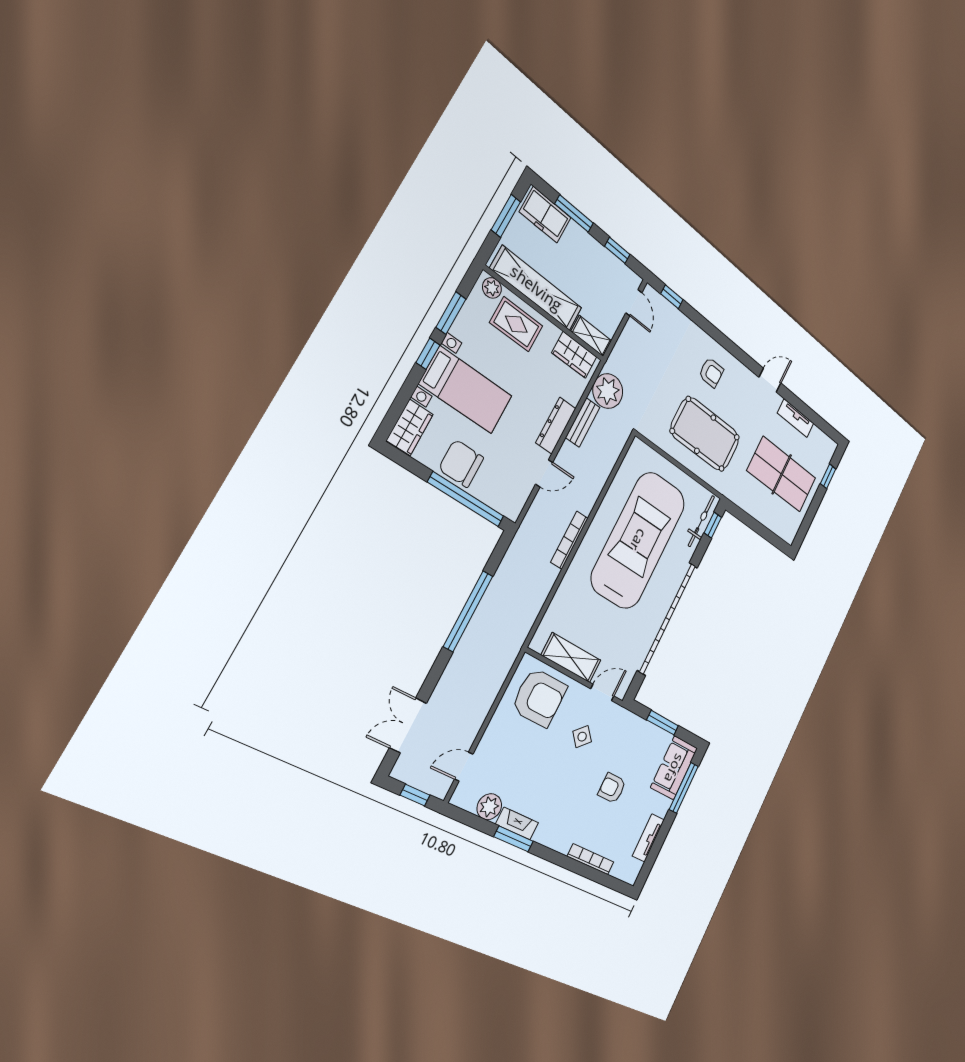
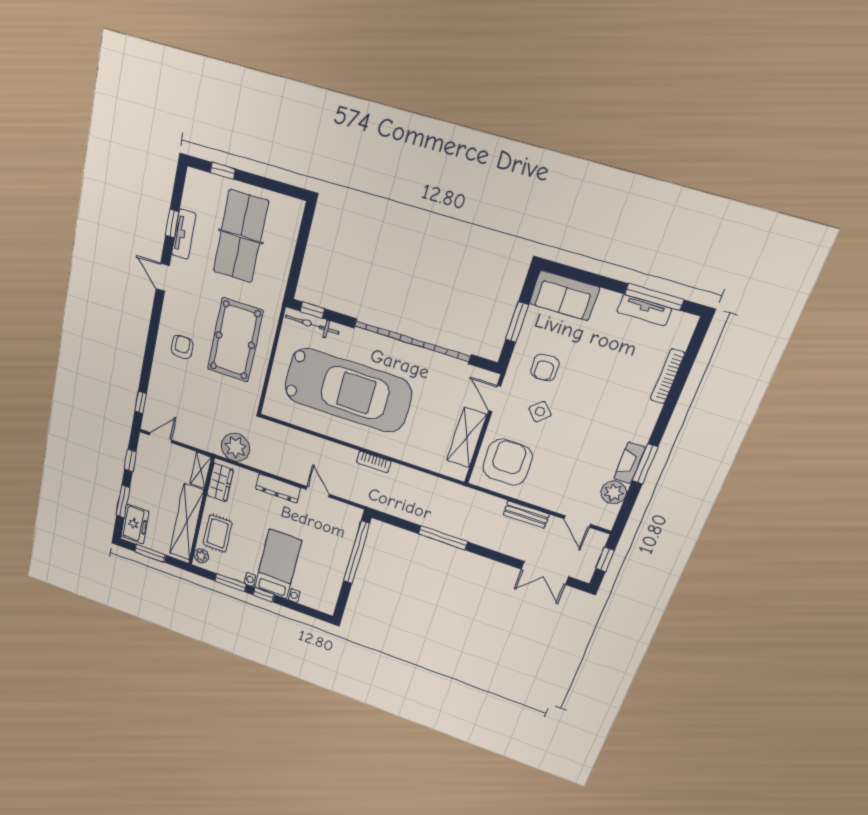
window: (805, 410) -> (172, 223), added
bench: (583, 422) -> (526, 514), moved
wardrobe: (410, 427) -> (318, 601), removed
chair: (461, 463) -> (331, 560), removed
bookcase: (569, 540) -> (374, 462), width x0.64
car: (638, 540) -> (348, 390), turned 180
window: (468, 611) -> (443, 538), width x0.68
armchair: (612, 788) -> (545, 367), moved
window: (684, 788) -> (654, 297), moved

